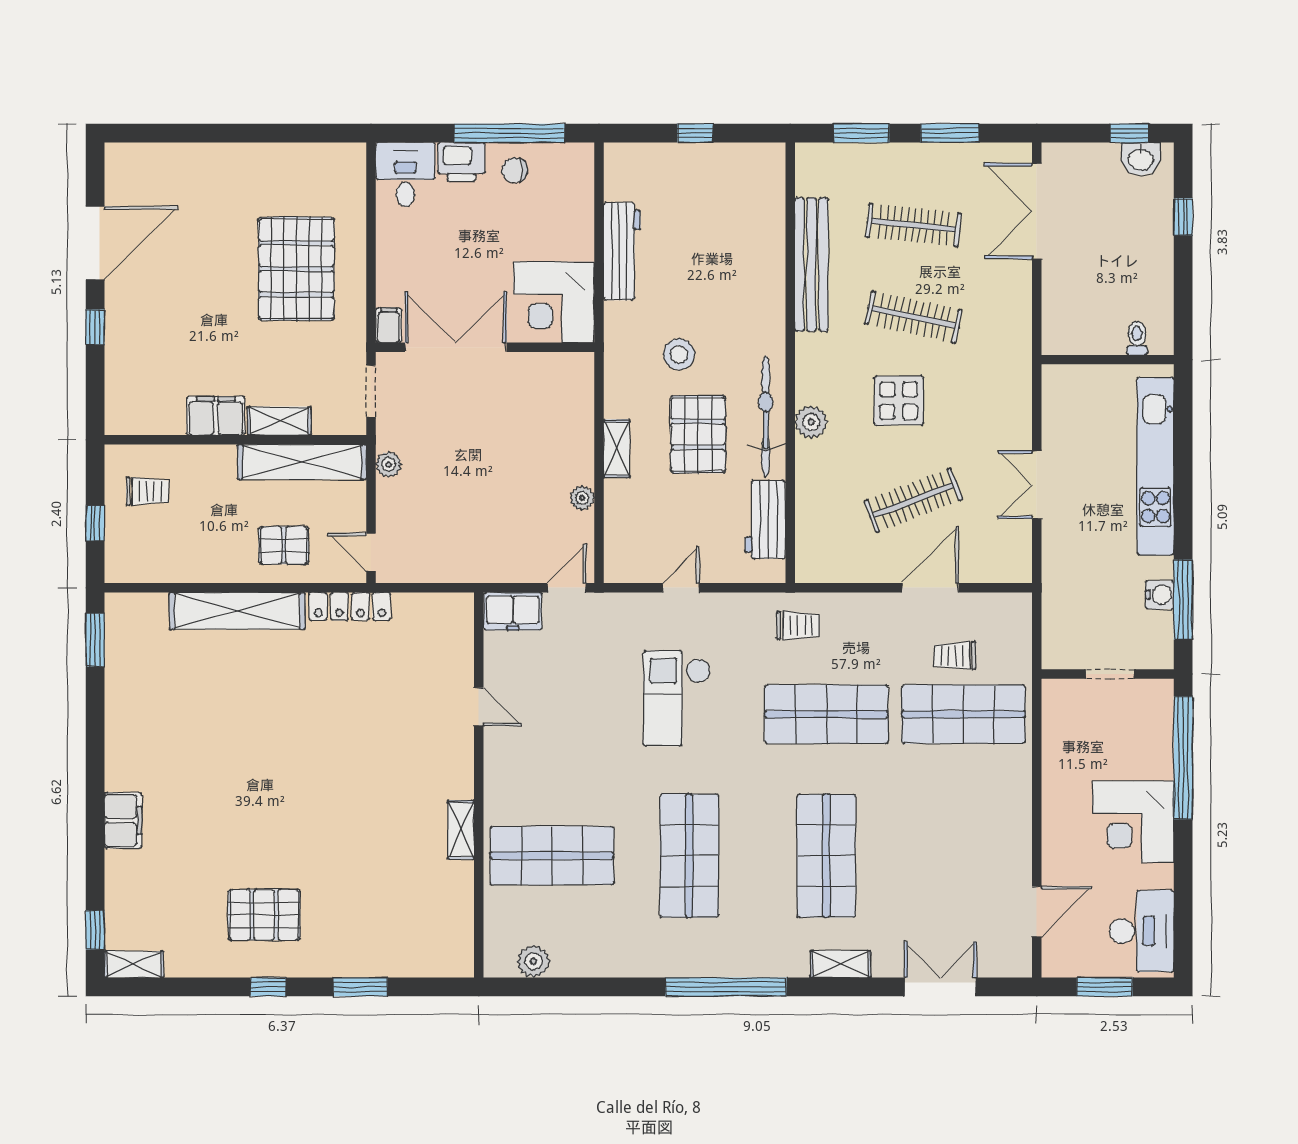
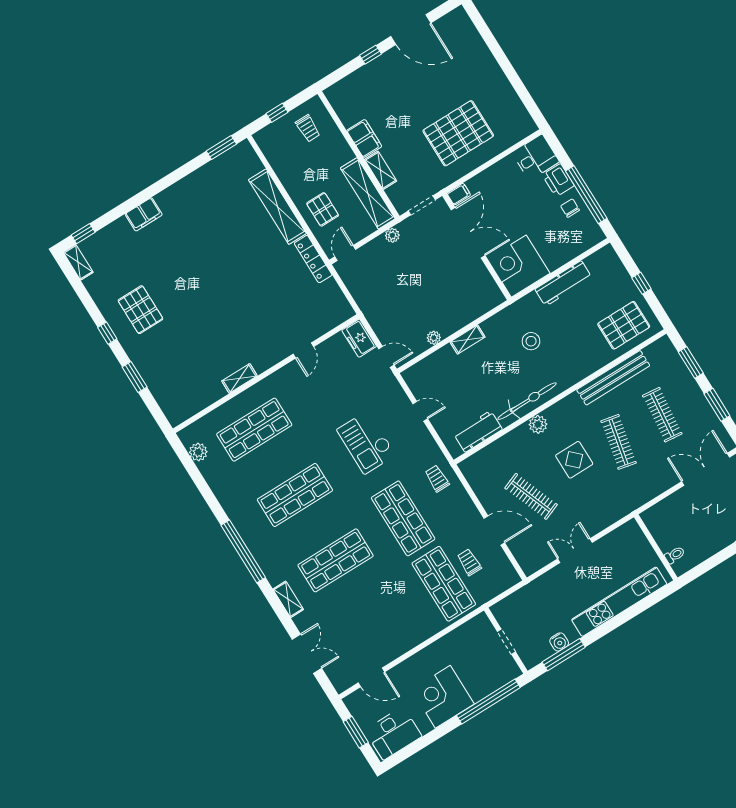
pallet: (698, 434) -> (624, 325), moved
trolley: (798, 625) -> (437, 479), turned 180
checkout: (677, 698) -> (366, 442), turned -90
shop shelf: (552, 856) -> (254, 430), turned 90

